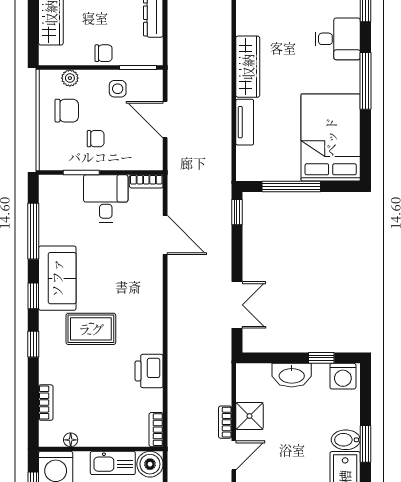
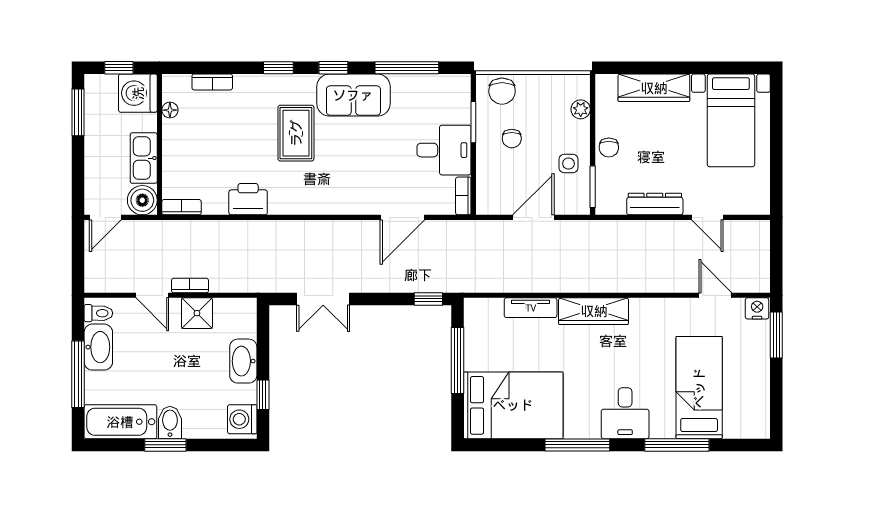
chair: (67, 111) -> (502, 91), moved

